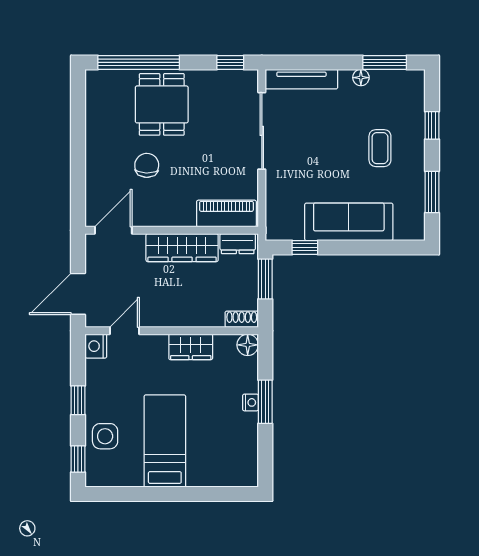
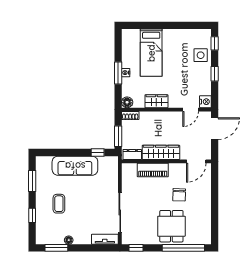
tv unit: (301, 79) -> (105, 239), width x0.71
piano: (226, 214) -> (153, 170), moved
bed: (165, 441) -> (151, 53), moved

